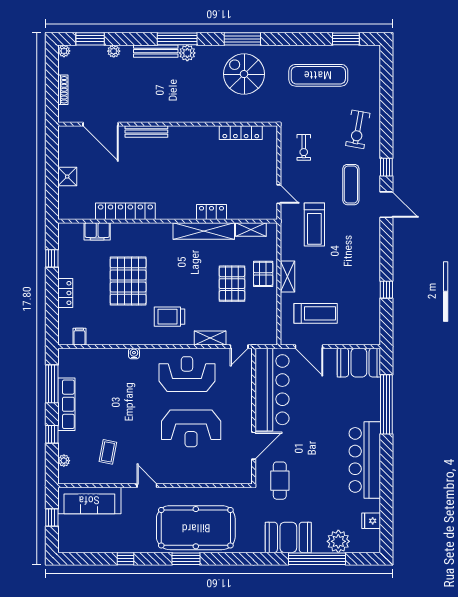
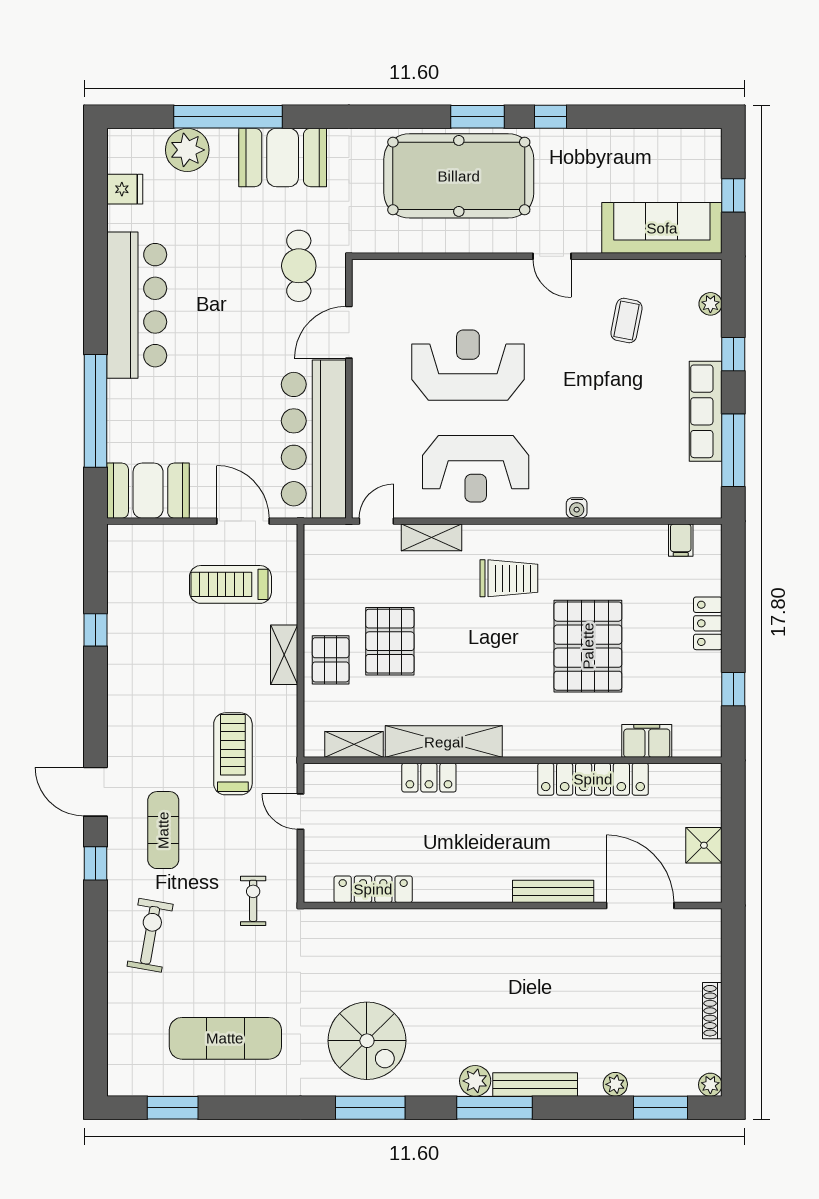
door: (101, 124) -> (640, 906), moved
wall: (168, 124) -> (513, 906), moved
bench: (146, 131) -> (553, 891), moved
locker: (241, 133) -> (373, 889), moved
window: (125, 559) -> (550, 117), moved

